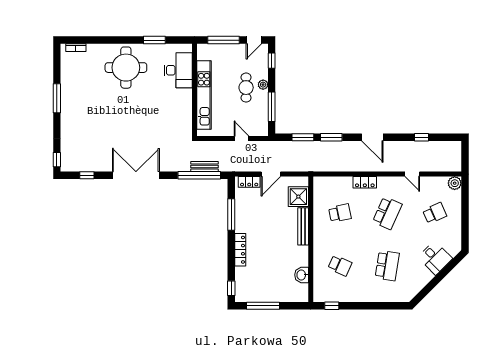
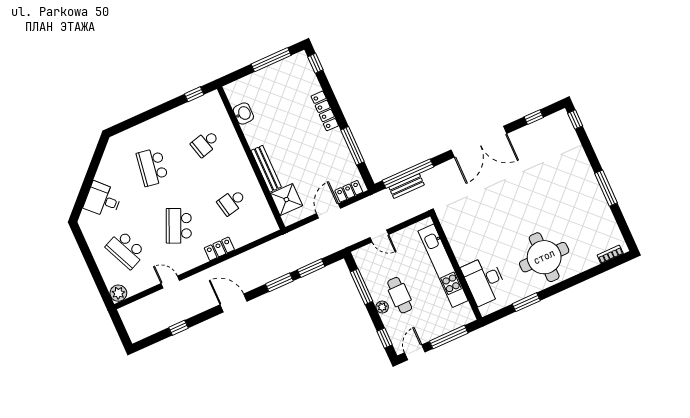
school desk: (435, 213) -> (126, 250), width x1.85
school desk: (340, 266) -> (205, 143), turned -39

